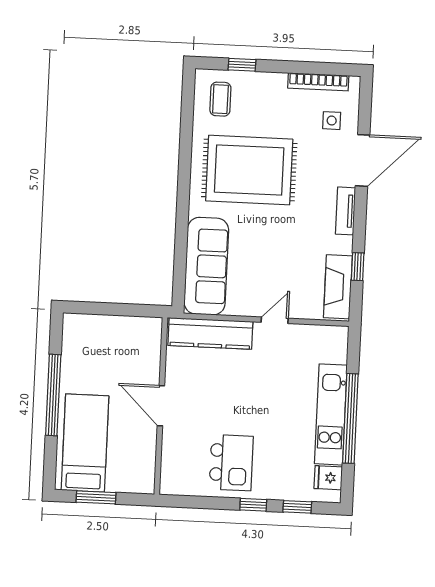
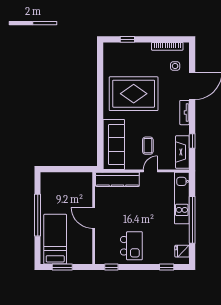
coffee table: (220, 99) -> (148, 146), moved
kitchen unit: (331, 414) -> (182, 198), moved
window: (253, 505) -> (111, 267), moved

